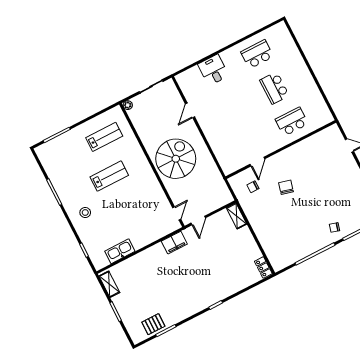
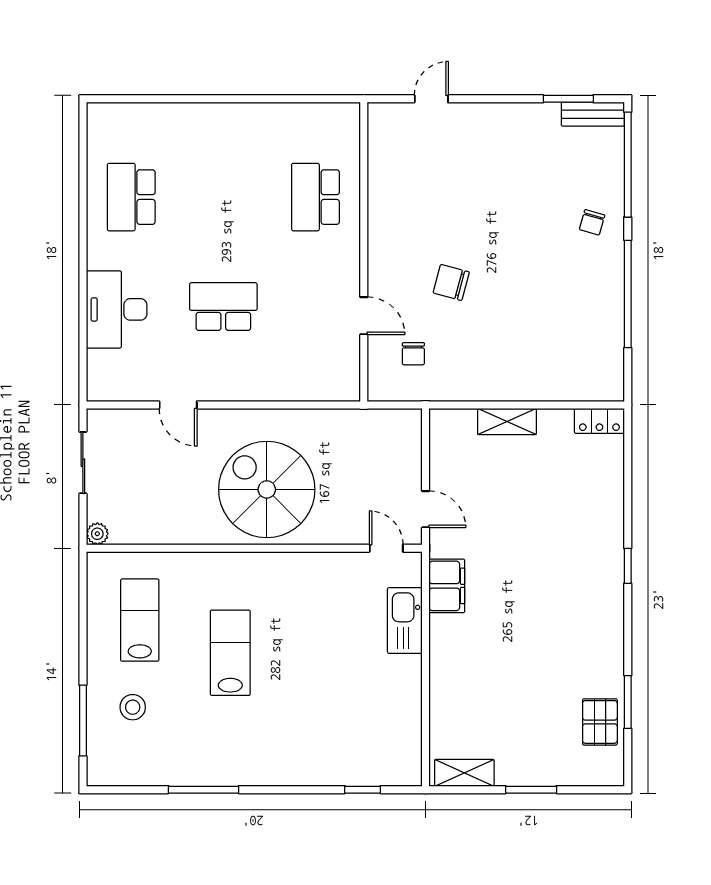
desk: (213, 70) -> (117, 309), width x1.37
school desk: (274, 88) -> (223, 307), moved, turned 180
stool: (85, 212) -> (133, 707), moved
shelving: (237, 216) -> (507, 421), moved
kitchen sink: (120, 251) -> (405, 620), moved

